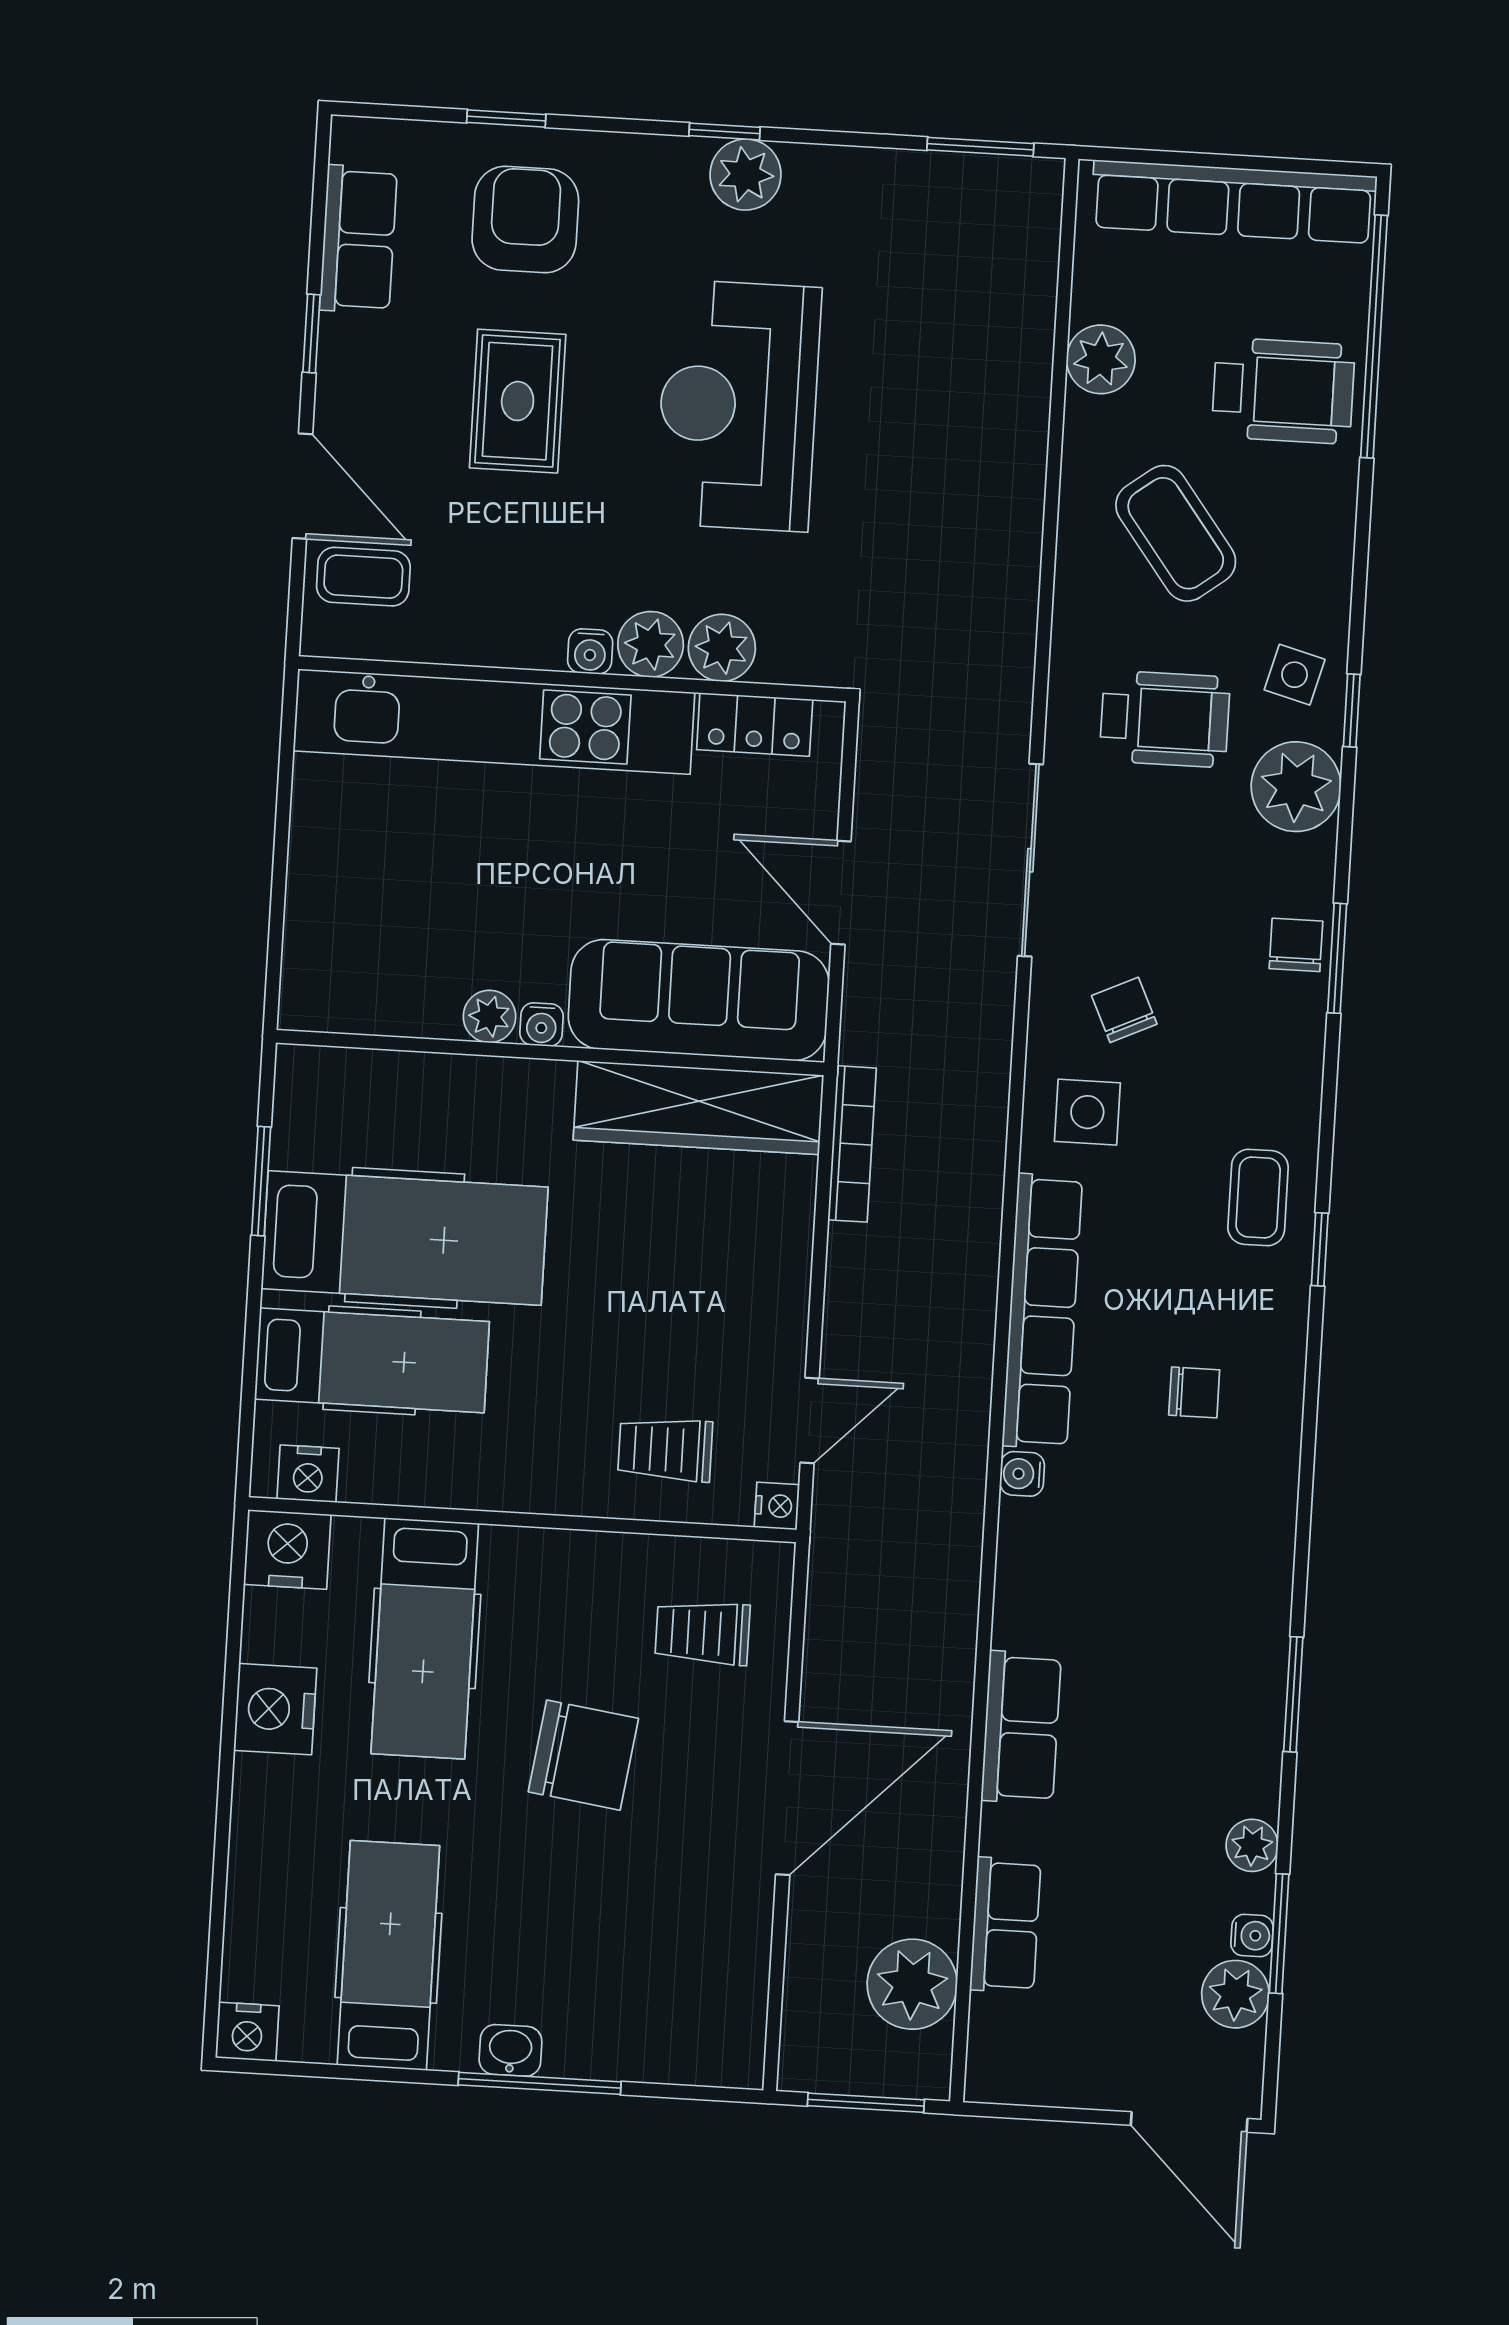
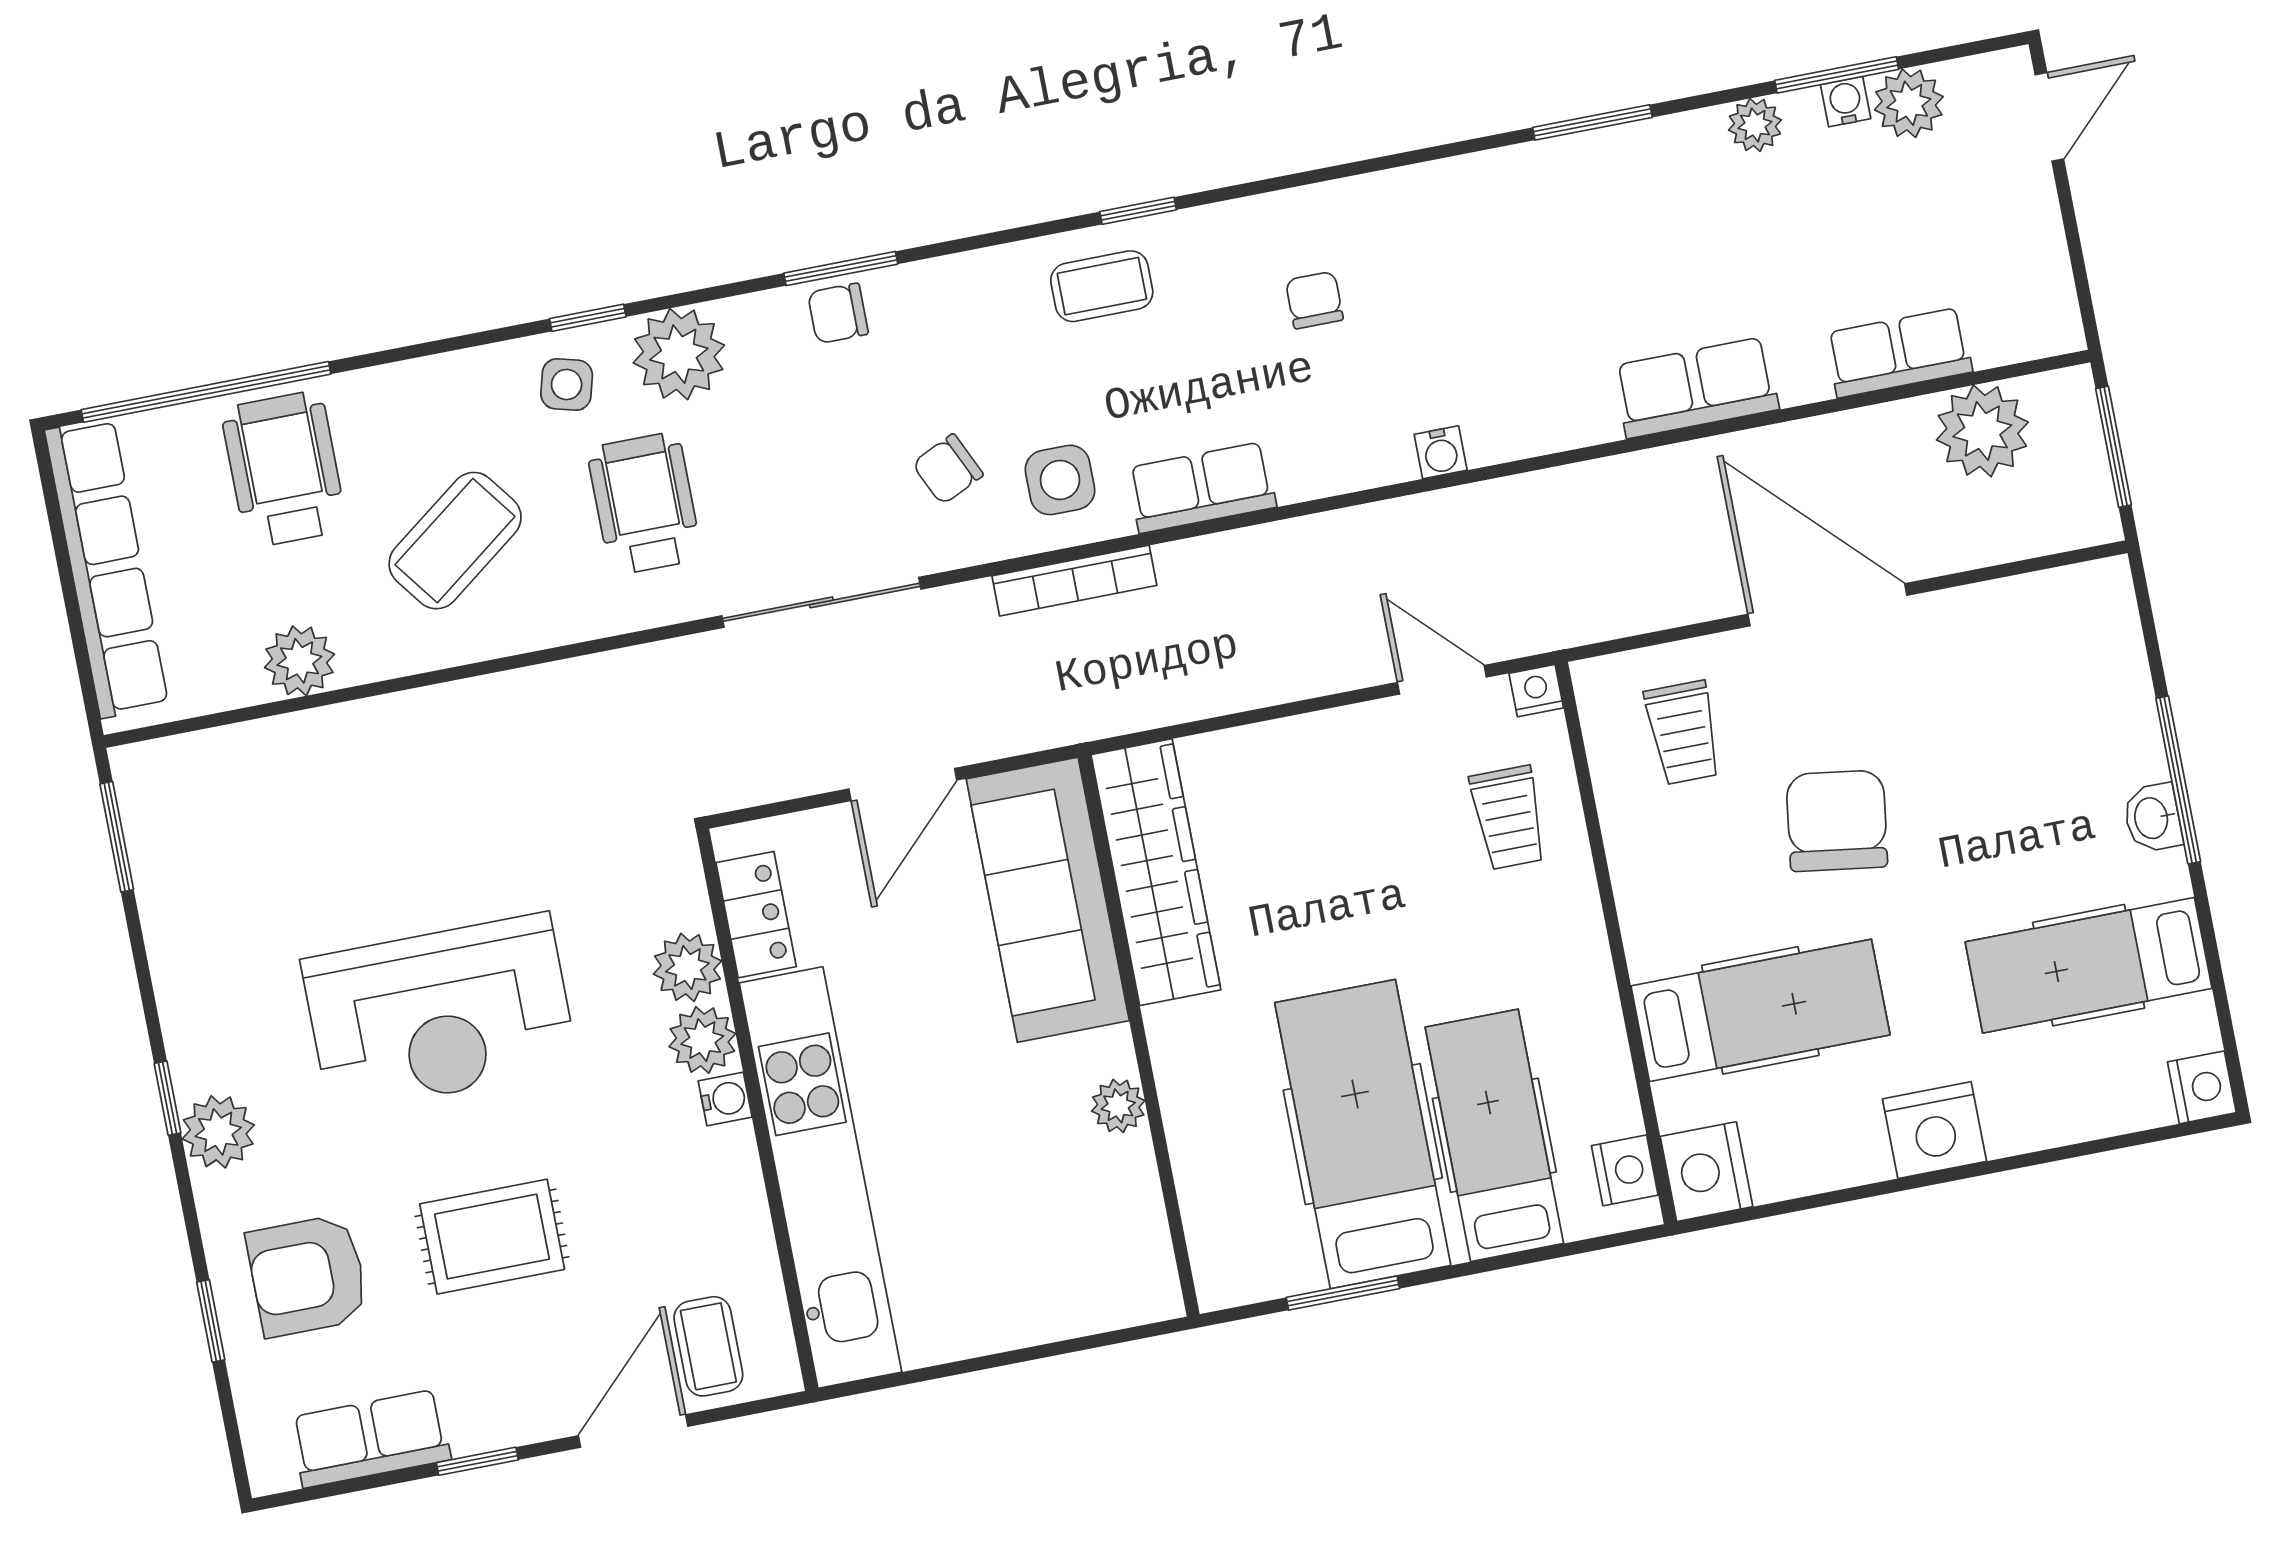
plant: (746, 175) -> (218, 1132), moved
water cooler: (541, 1025) -> (1113, 1052), removed
bookcase: (852, 1144) -> (1074, 581), moved, turned 180
row of seats: (1042, 1311) -> (1202, 488), width x0.50
nightstand: (275, 1709) -> (1934, 1130), moved
door: (1189, 2122) -> (2049, 117), width x0.73

